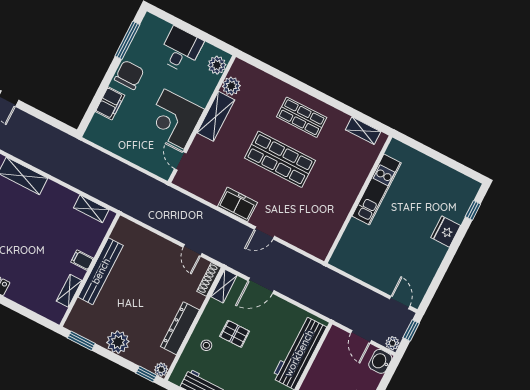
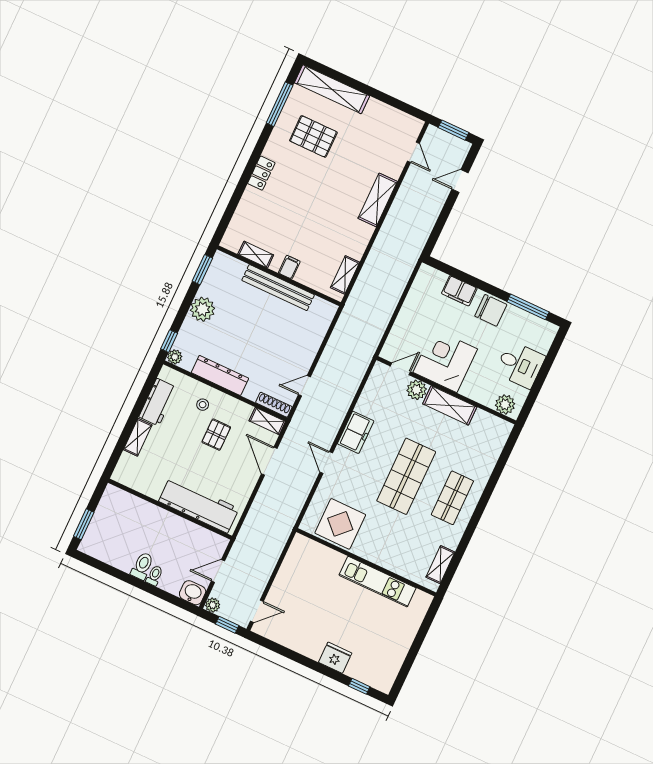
plant: (231, 86) -> (417, 390), moved
display table: (322, 222) -> (340, 524), added

